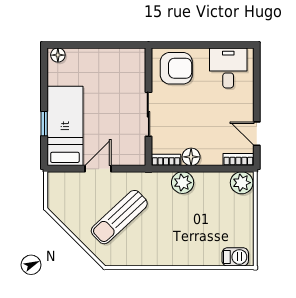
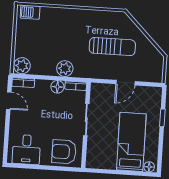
bed: (65, 126) -> (131, 142), moved, turned 180
sun lounger: (119, 217) -> (112, 47), turned 43

